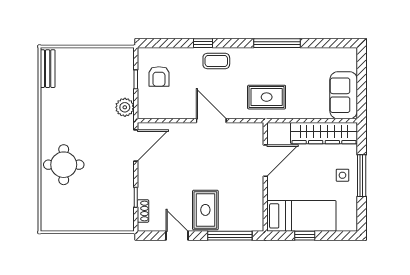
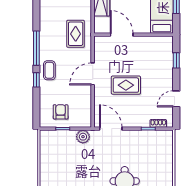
window: (277, 43) -> (36, 48), moved
armchair: (159, 76) -> (61, 112), turned -90
rug: (205, 210) -> (126, 85), moved
window: (230, 236) -> (176, 60), width x0.46

